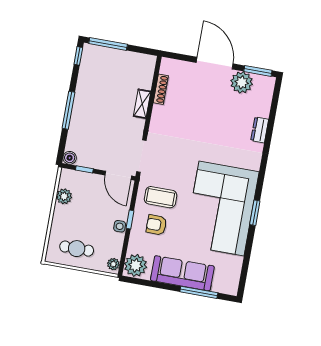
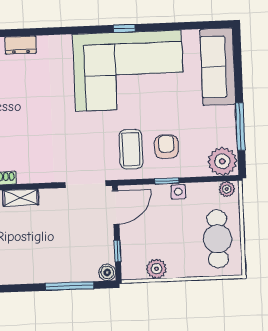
window: (68, 110) -> (70, 286), moved
window: (255, 213) -> (124, 28), width x0.67
armchair: (156, 225) -> (166, 147), turned 180
cafe table: (77, 249) -> (218, 239), width x1.37, depth x1.35
sofa: (182, 273) -> (218, 67), moved
window: (199, 292) -> (240, 127), moved

